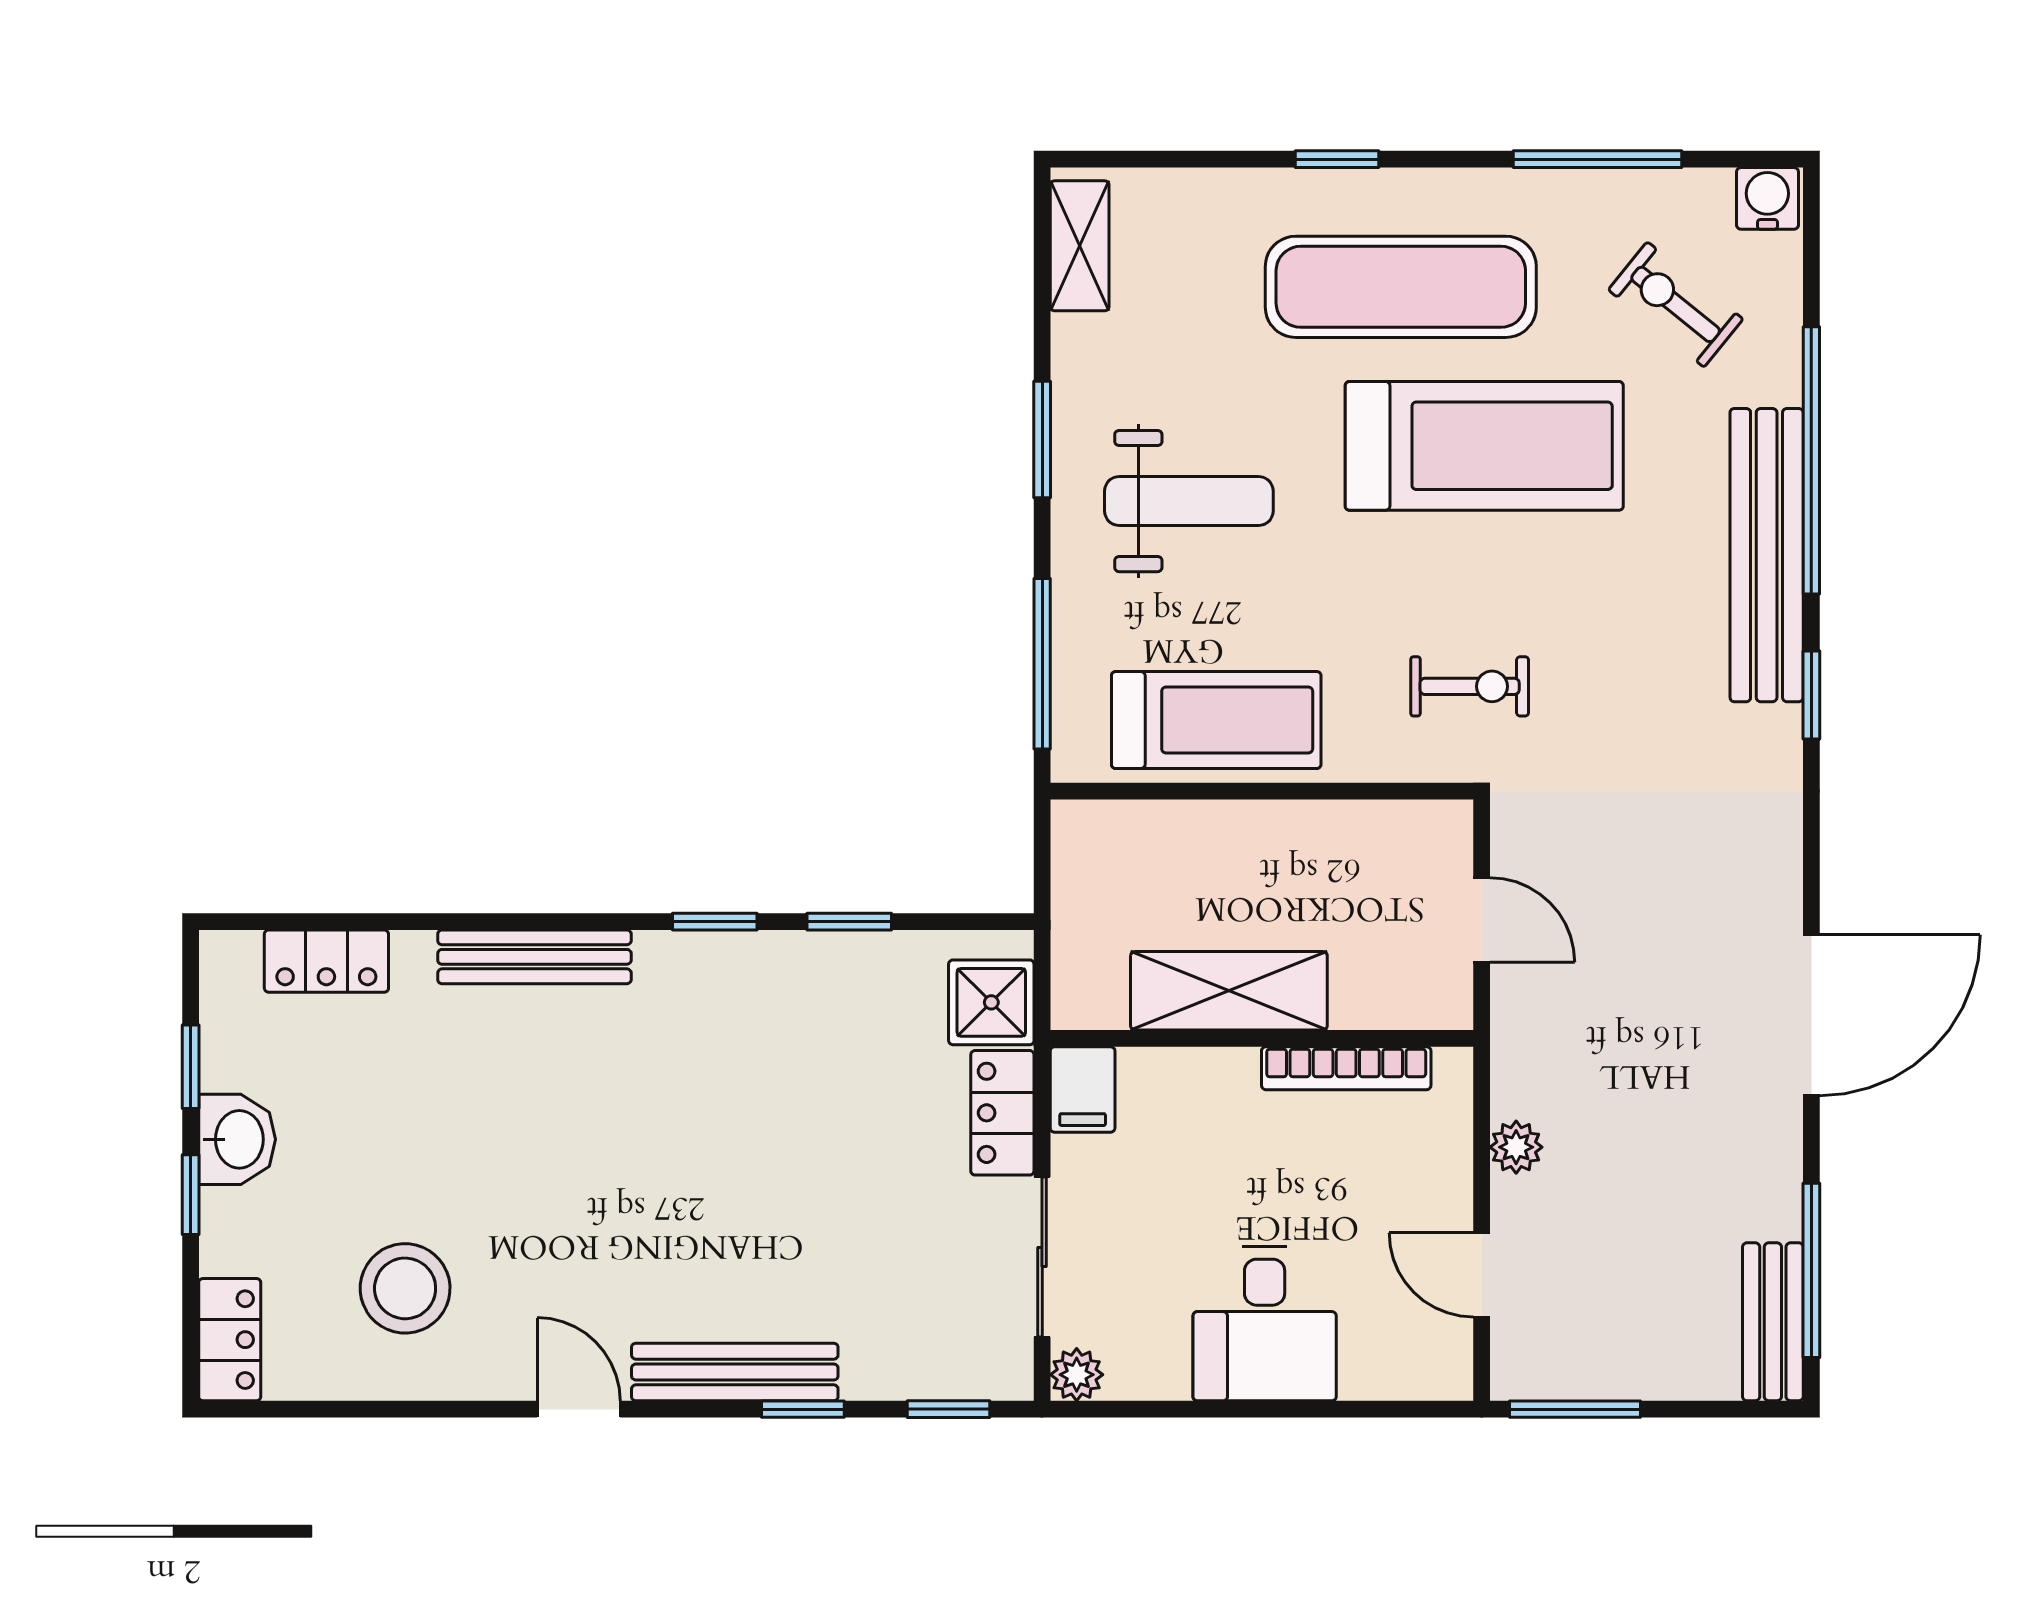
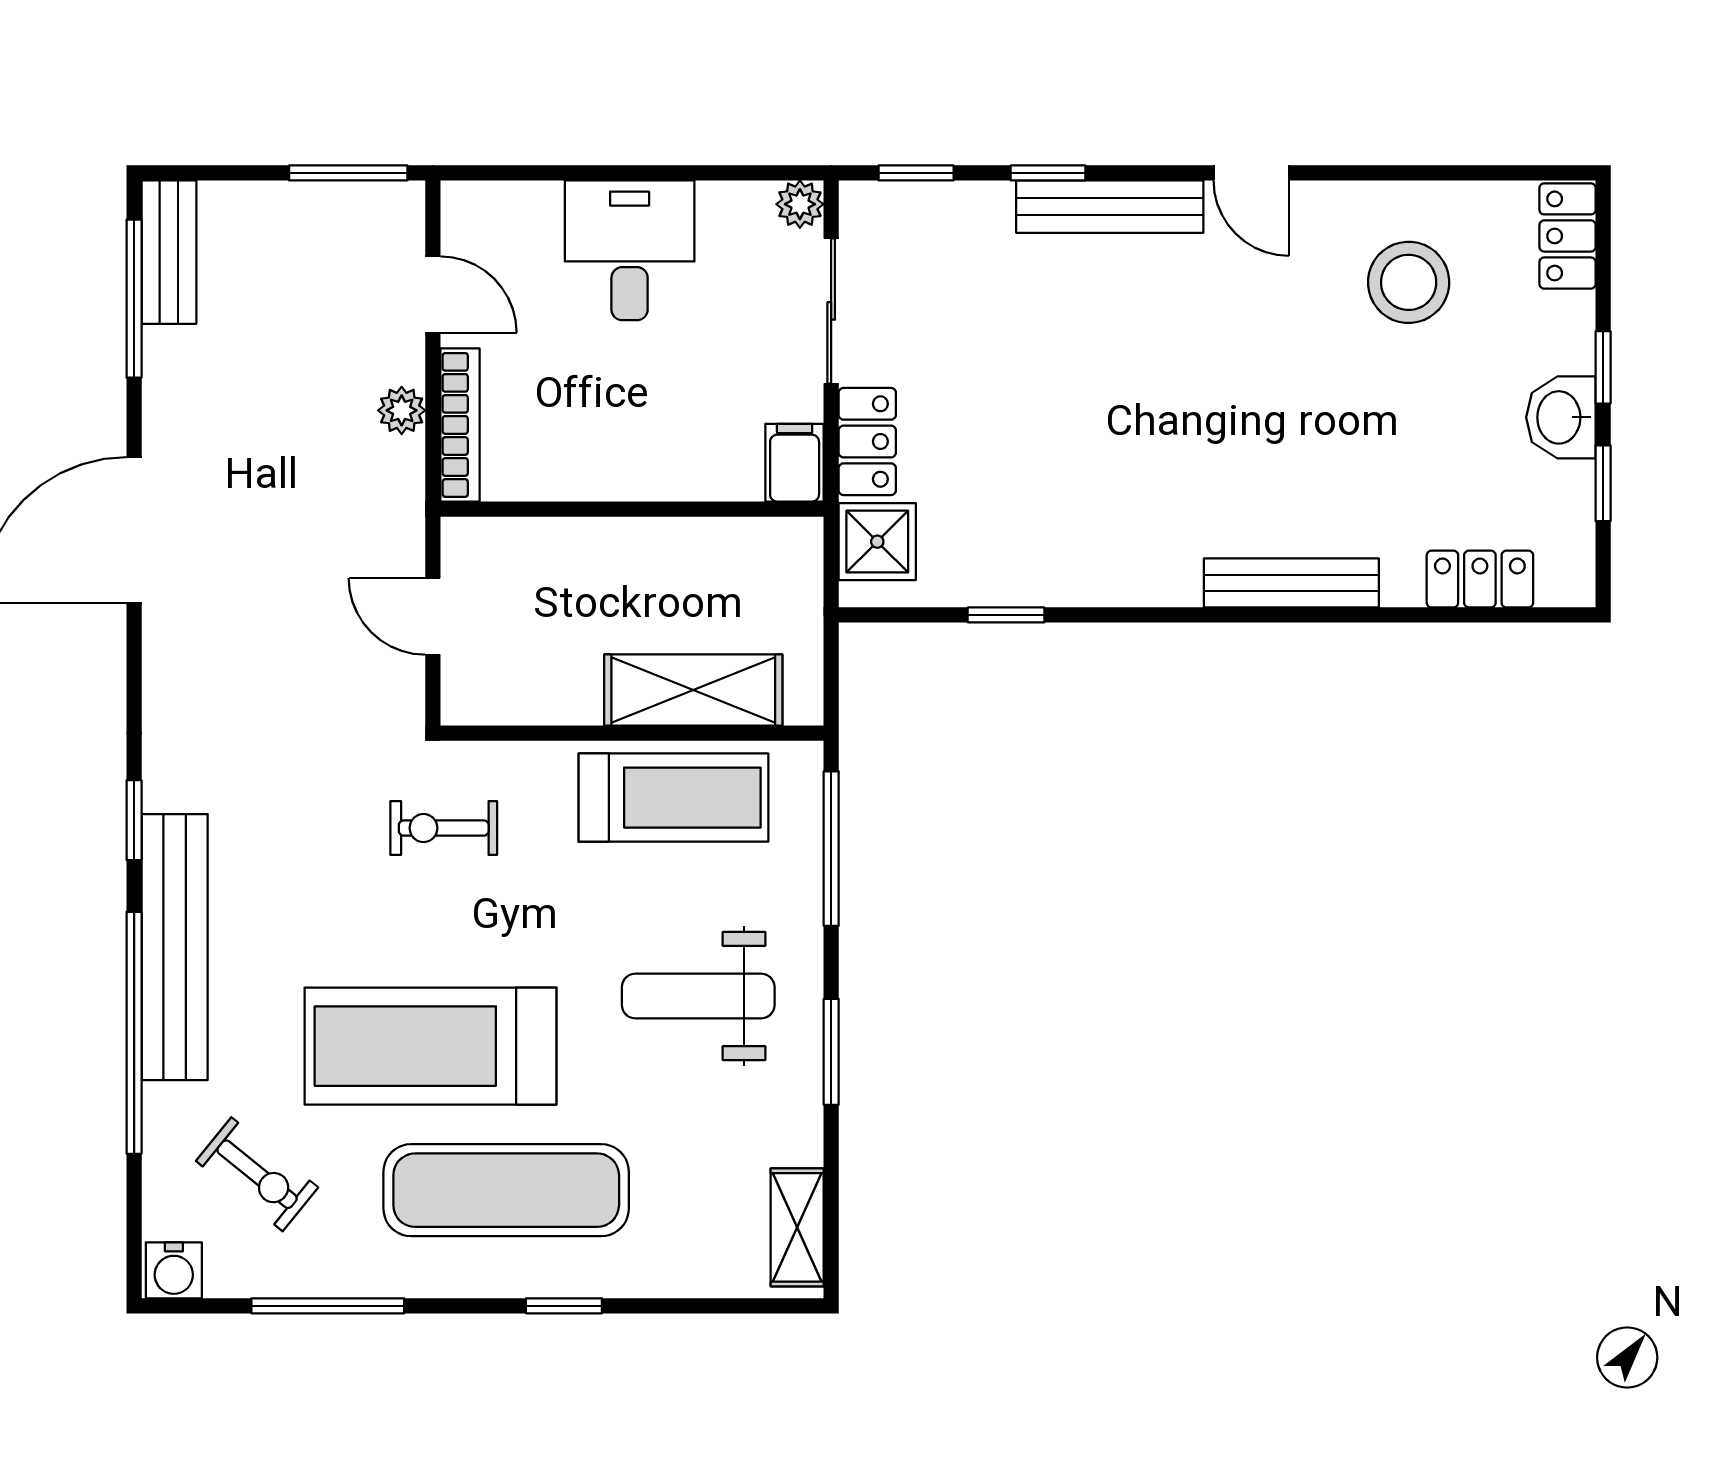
treadmill: (1216, 720) -> (673, 798), turned 180
window: (715, 922) -> (1128, 615), removed
shelving: (1229, 991) -> (693, 690), moved
bookcase: (1346, 1068) -> (460, 425), moved, turned 90

